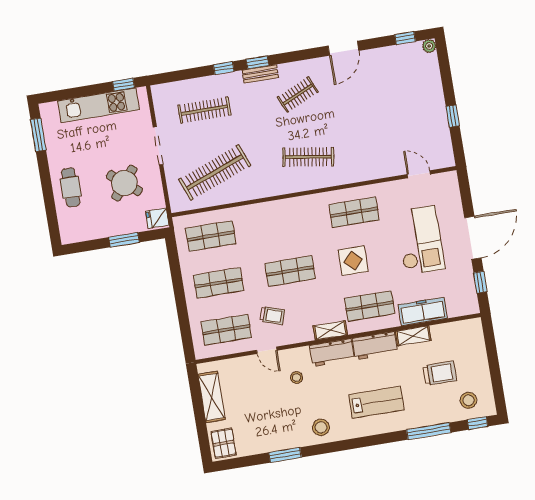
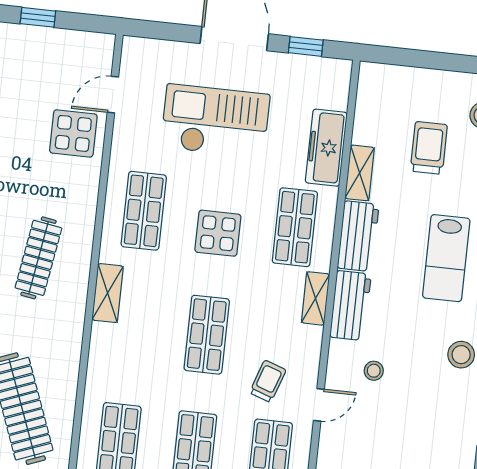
display table: (389, 157) -> (73, 133), added
shelving: (299, 204) -> (108, 293), added
lab bench: (376, 402) -> (446, 258), turned 180

